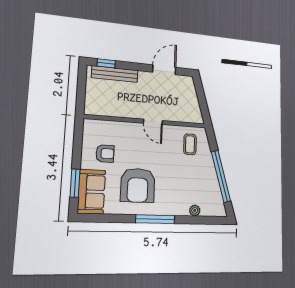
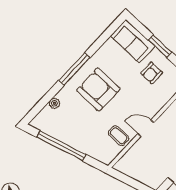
coffee table: (190, 144) -> (119, 136), moved
window: (75, 183) -> (160, 46), moved
armchair: (138, 185) -> (98, 89), moved

